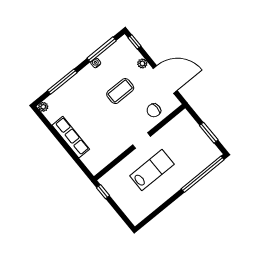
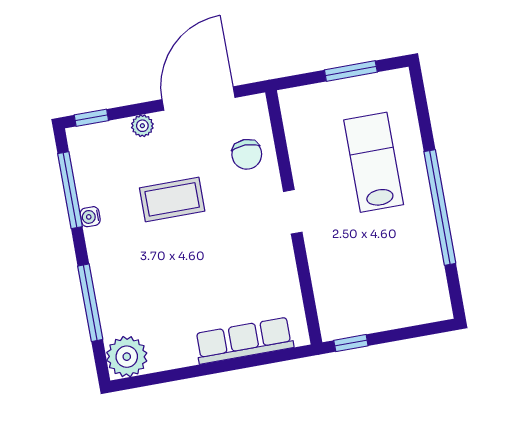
coffee table: (120, 91) -> (172, 199), turned 90
plant: (43, 107) -> (127, 357), width x1.88, depth x1.88
row of seats: (71, 137) -> (244, 341), moved
lab bench: (152, 170) -> (374, 162), moved
window: (203, 174) -> (440, 207), moved

